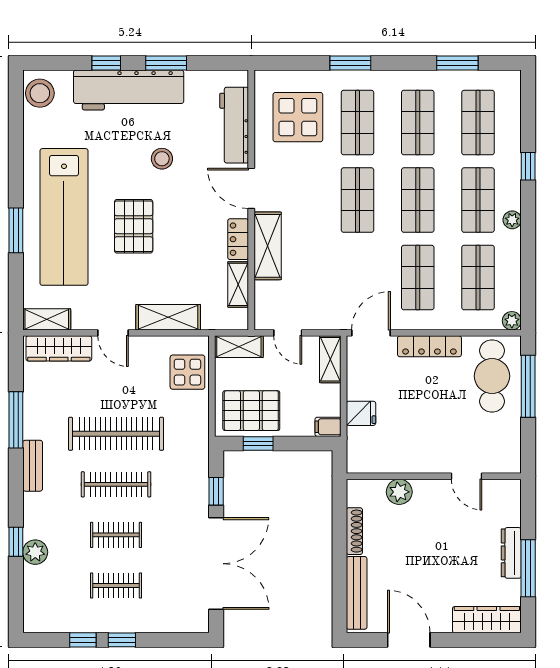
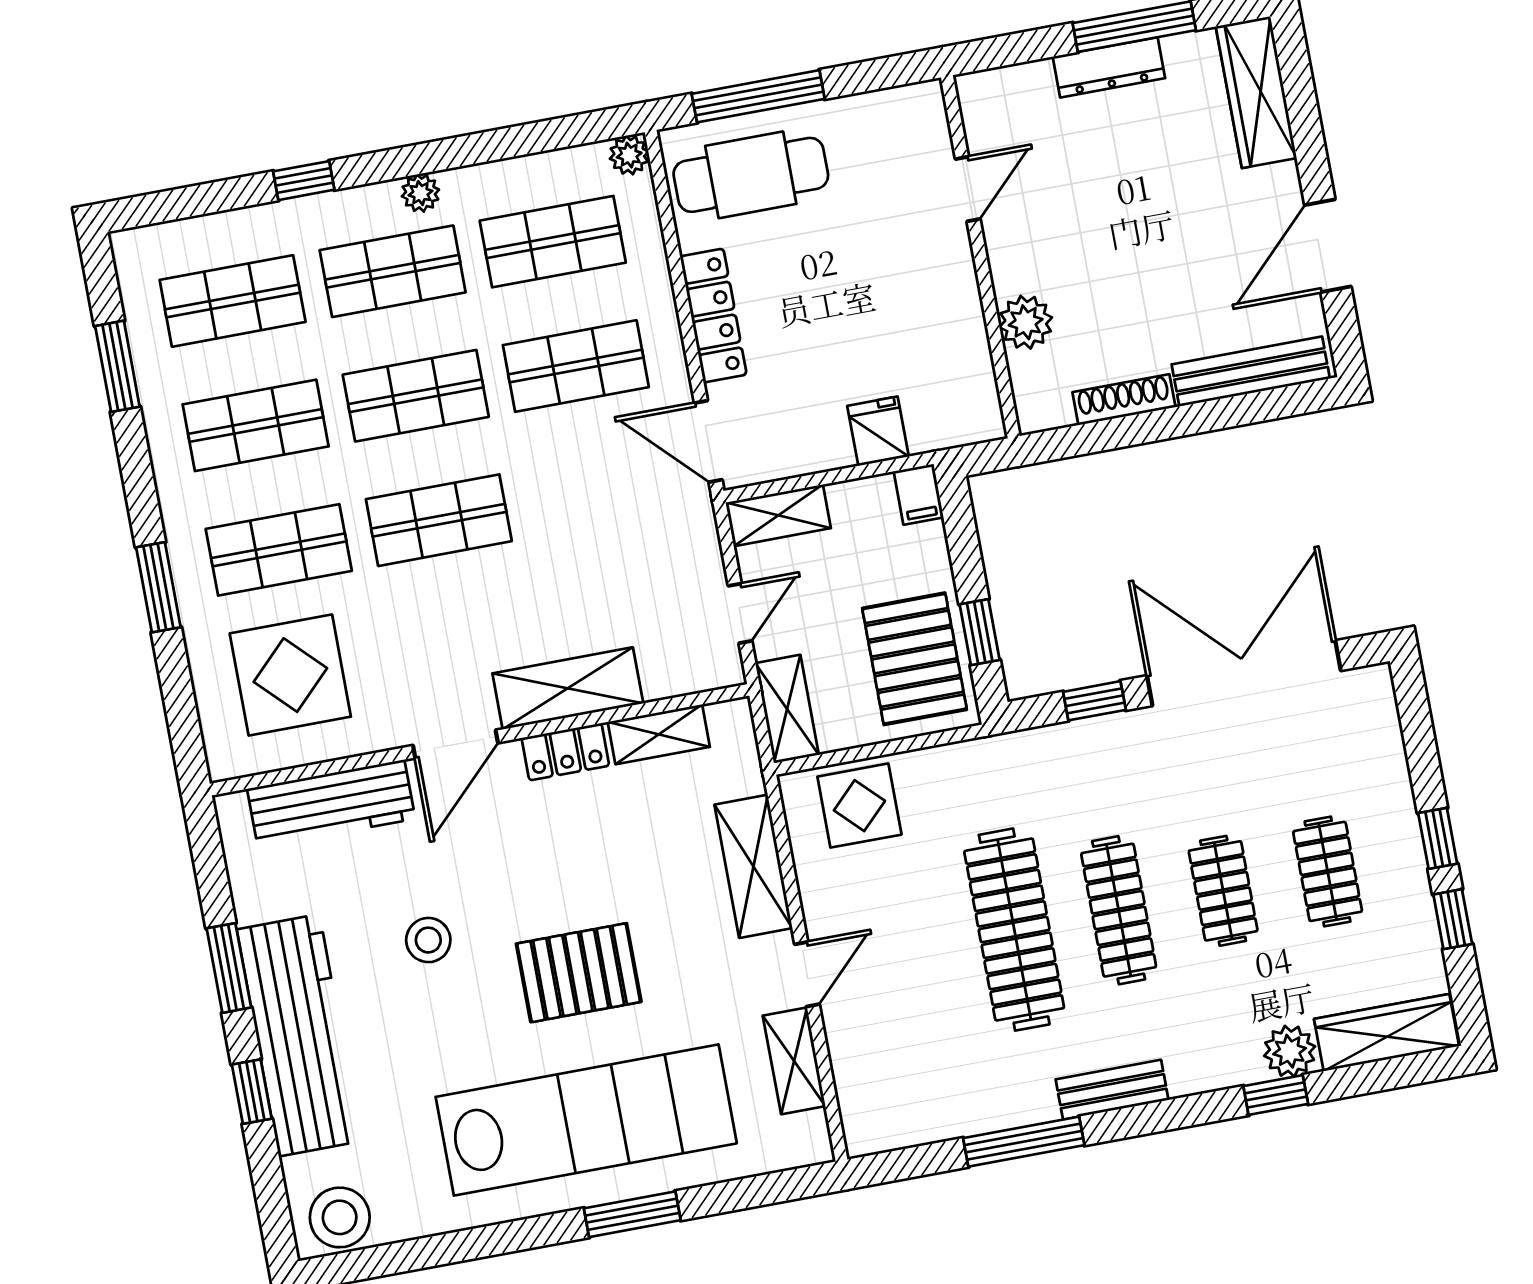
shelving: (47, 319) -> (794, 1061), moved
wardrobe: (59, 348) -> (1387, 1033), moved, turned -90

